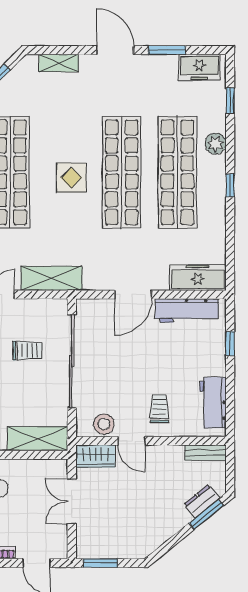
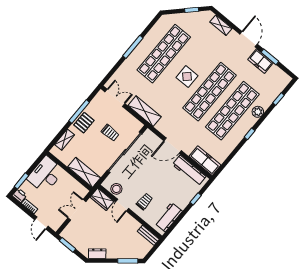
freezer: (199, 67) -> (261, 61), moved
dresser: (202, 501) -> (97, 254), moved

